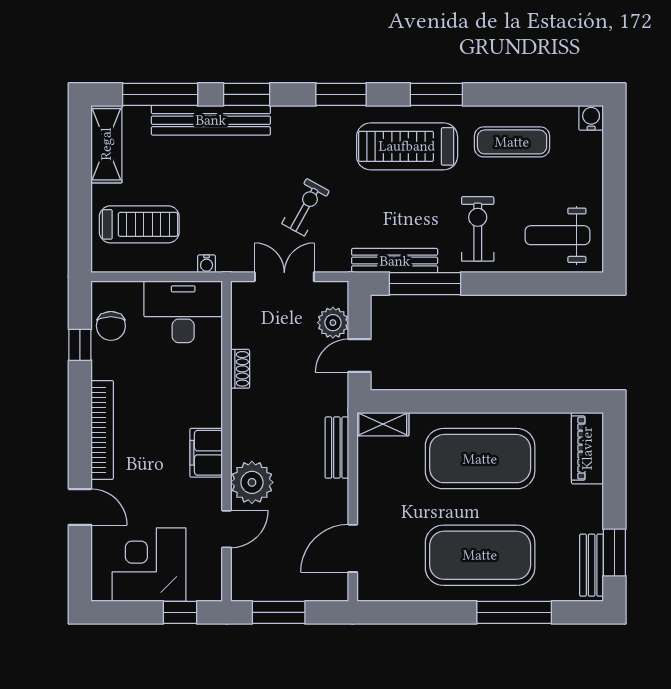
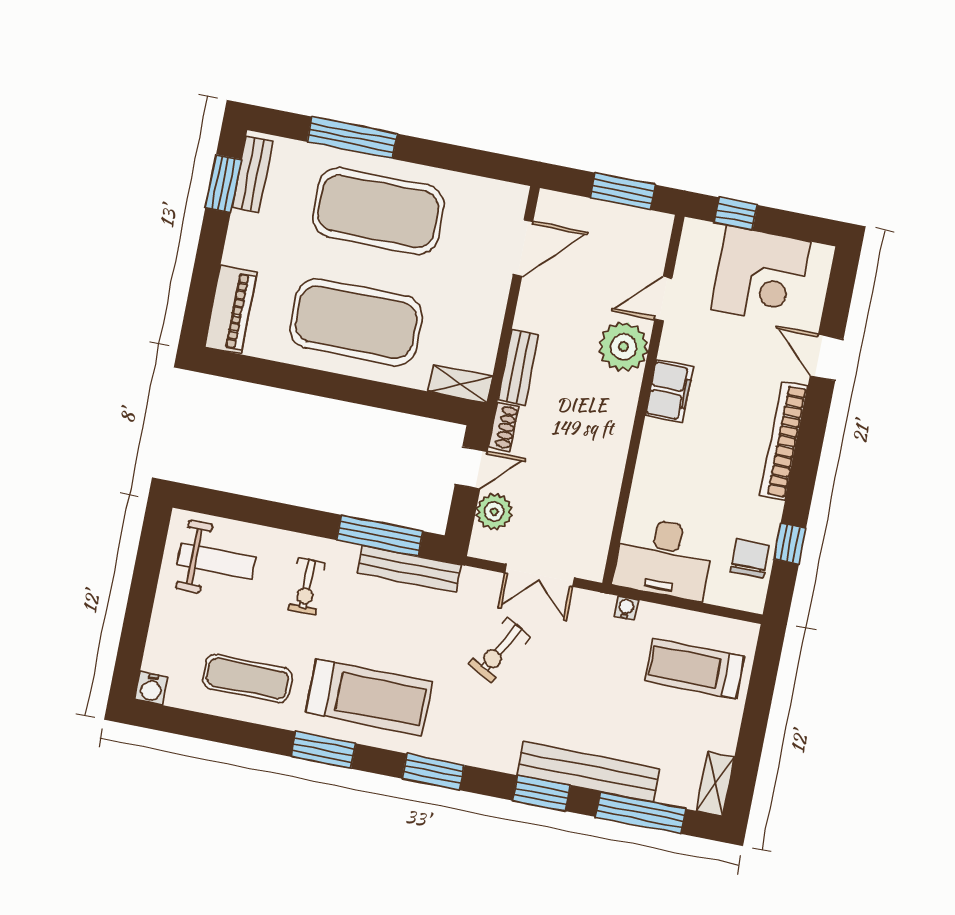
shelving: (106, 144) -> (715, 784), width x0.67, depth x0.75
exercise bike: (478, 229) -> (307, 586), width x0.73, depth x0.72
shoe rack: (240, 369) -> (504, 427), moved, turned 180

